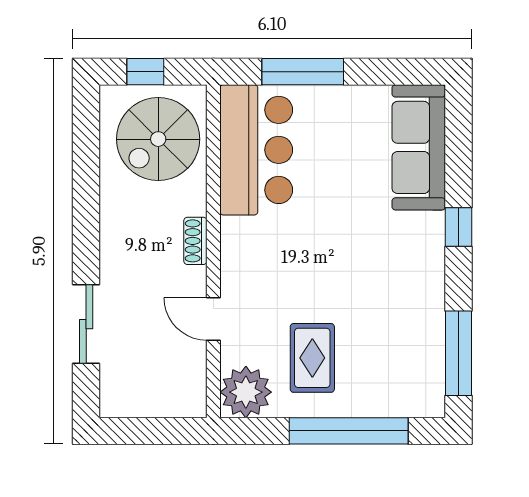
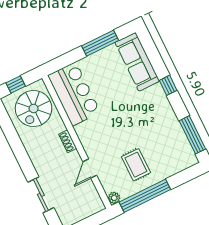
window: (303, 72) -> (100, 43), moved
door: (213, 319) -> (90, 168), hinge flipped
plant: (246, 392) -> (114, 198), width x0.53, depth x0.53
window: (349, 431) -> (145, 196), moved

